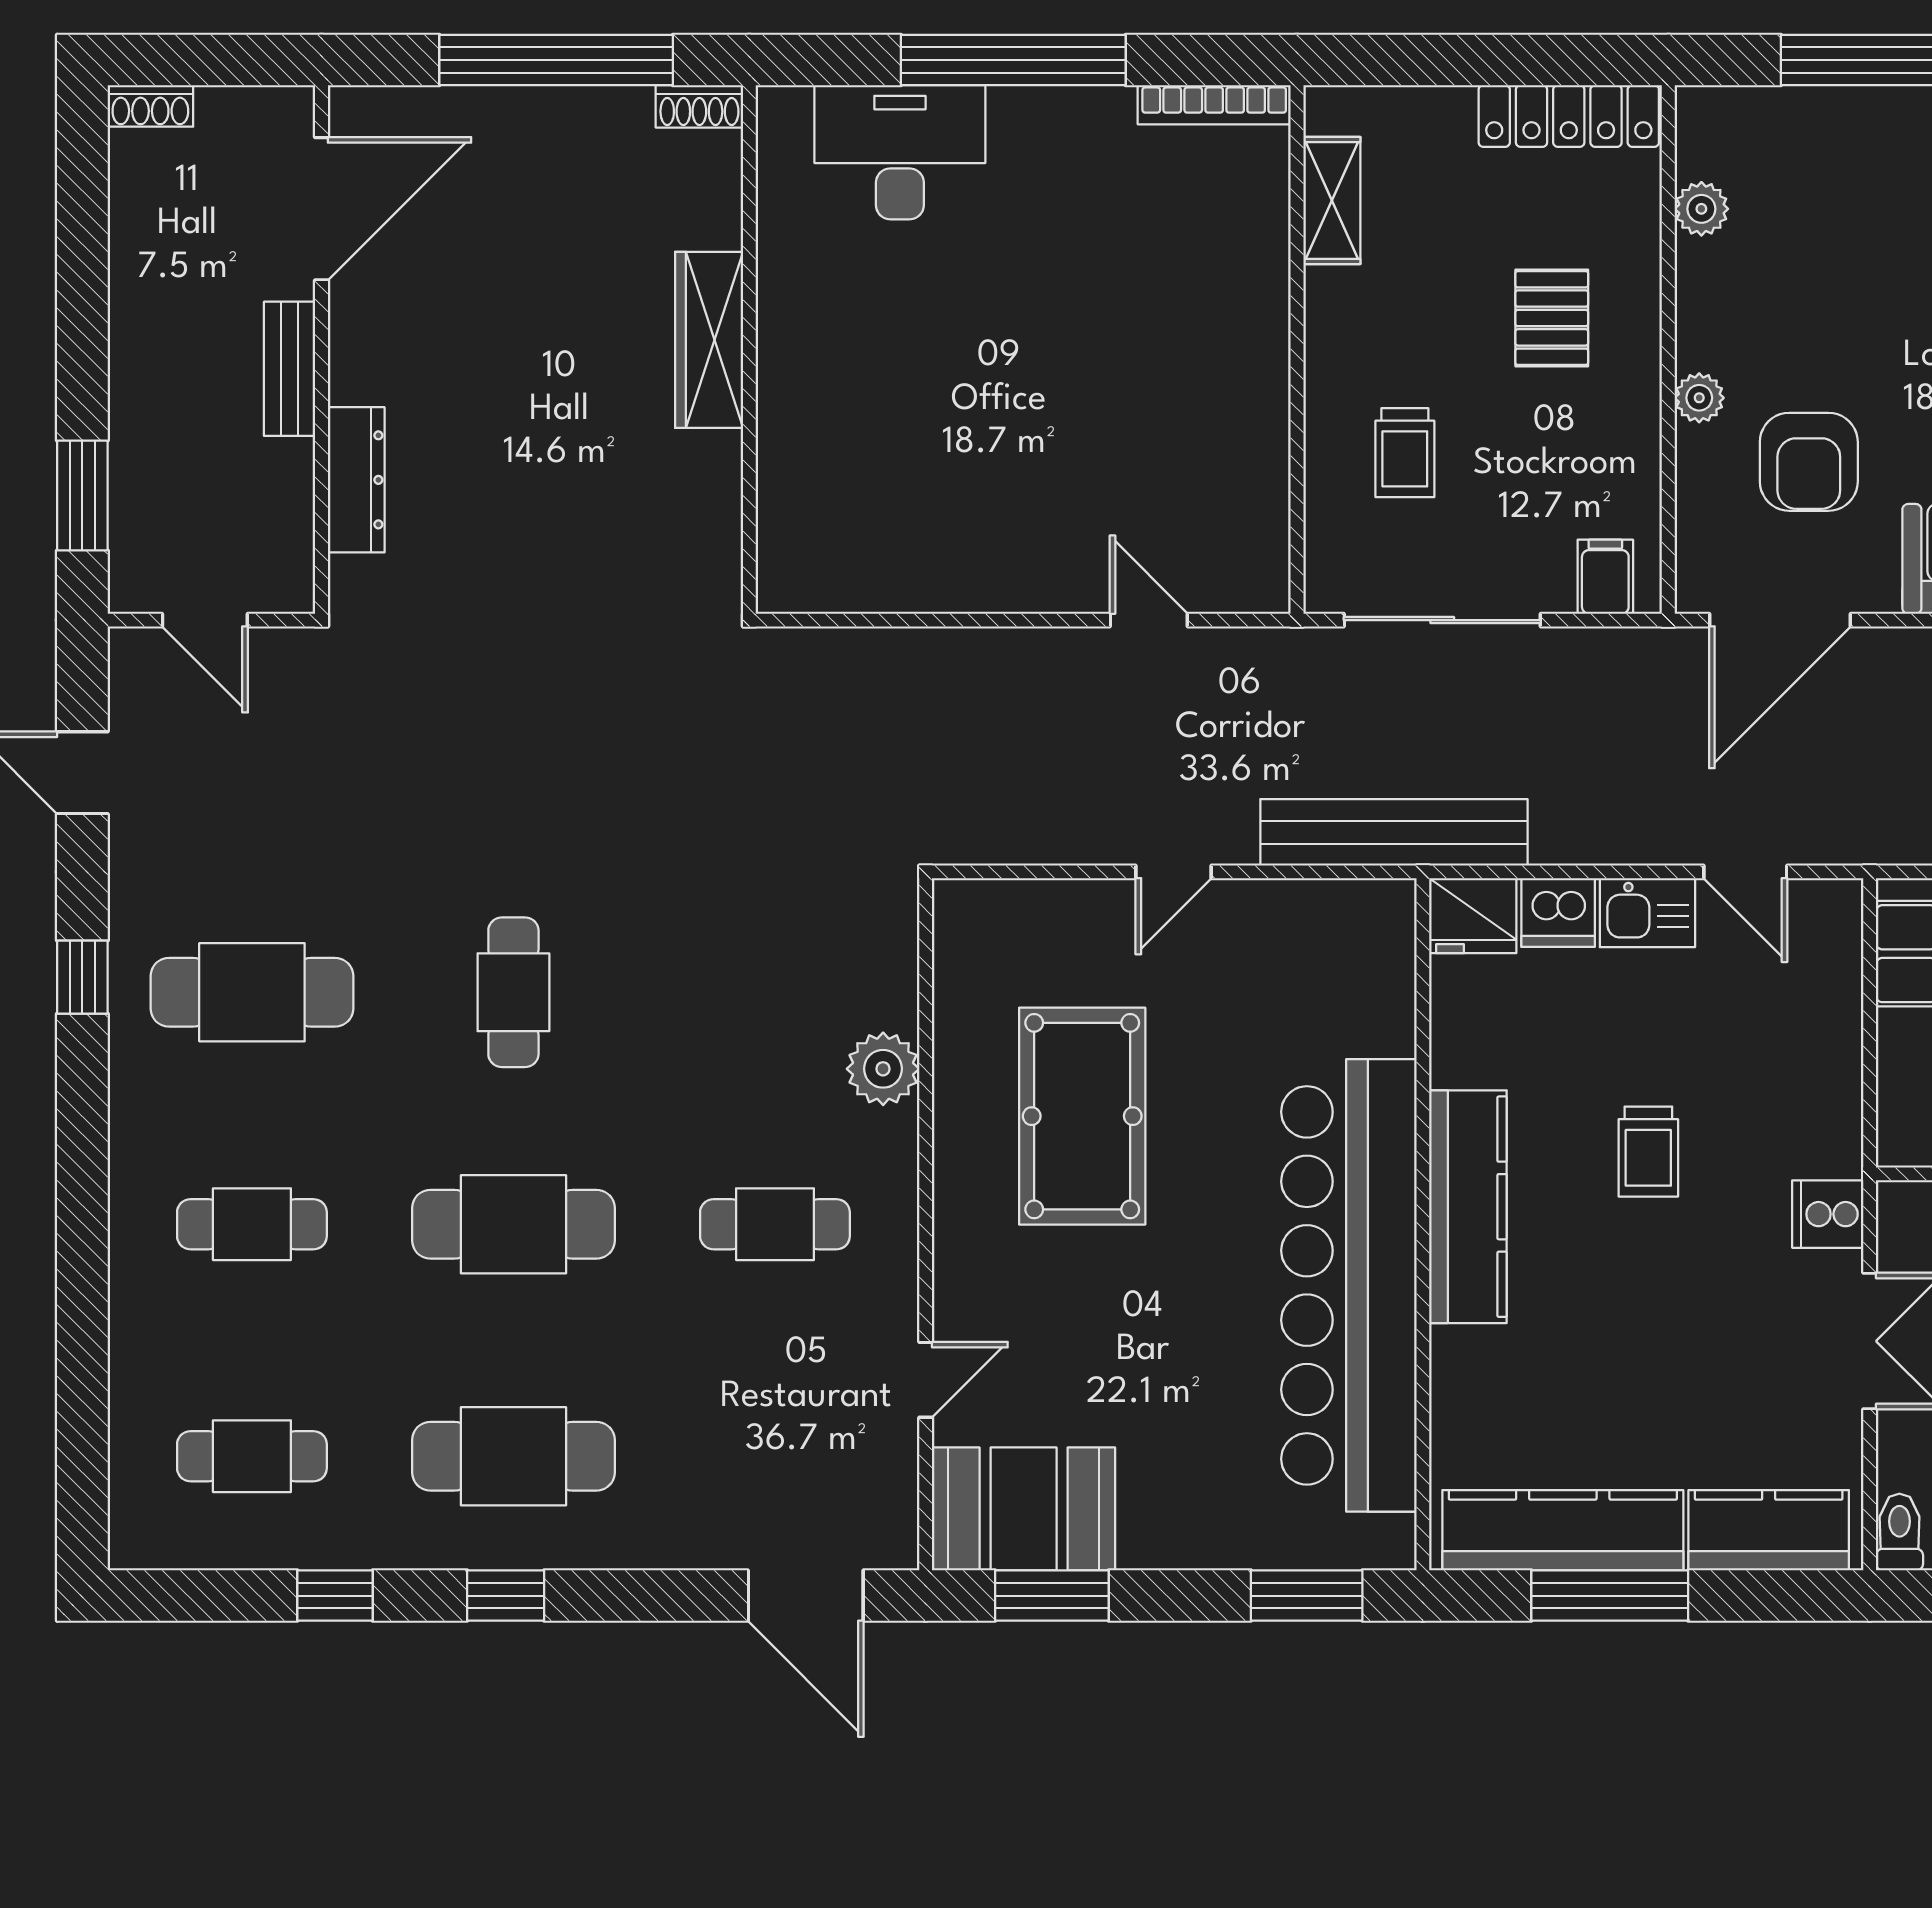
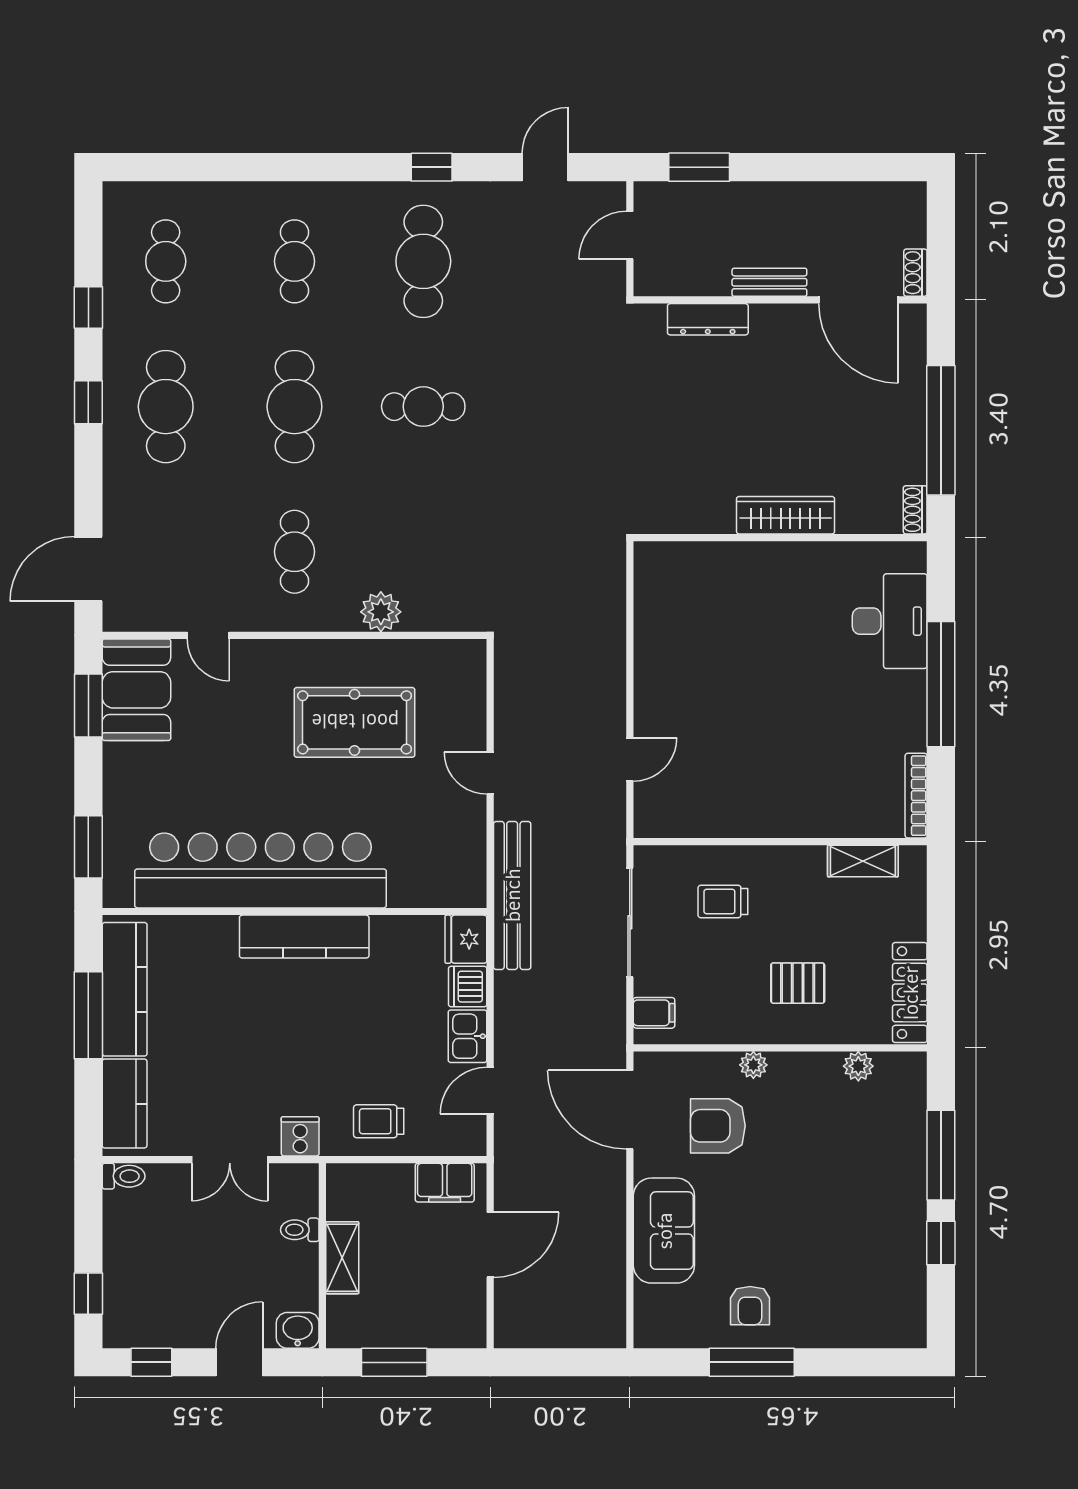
shoe rack: (150, 106) -> (915, 273), moved
trolley: (1648, 1152) -> (379, 1121), moved

